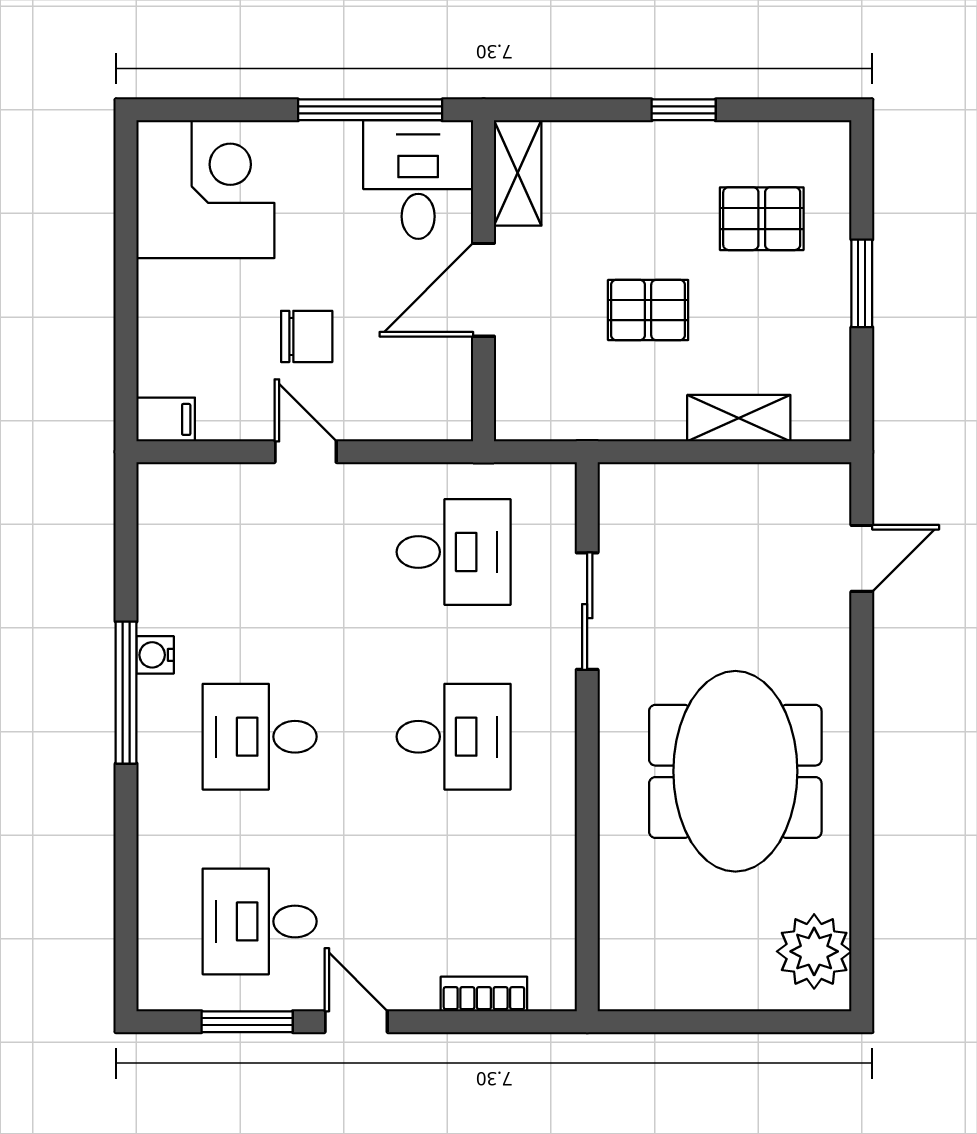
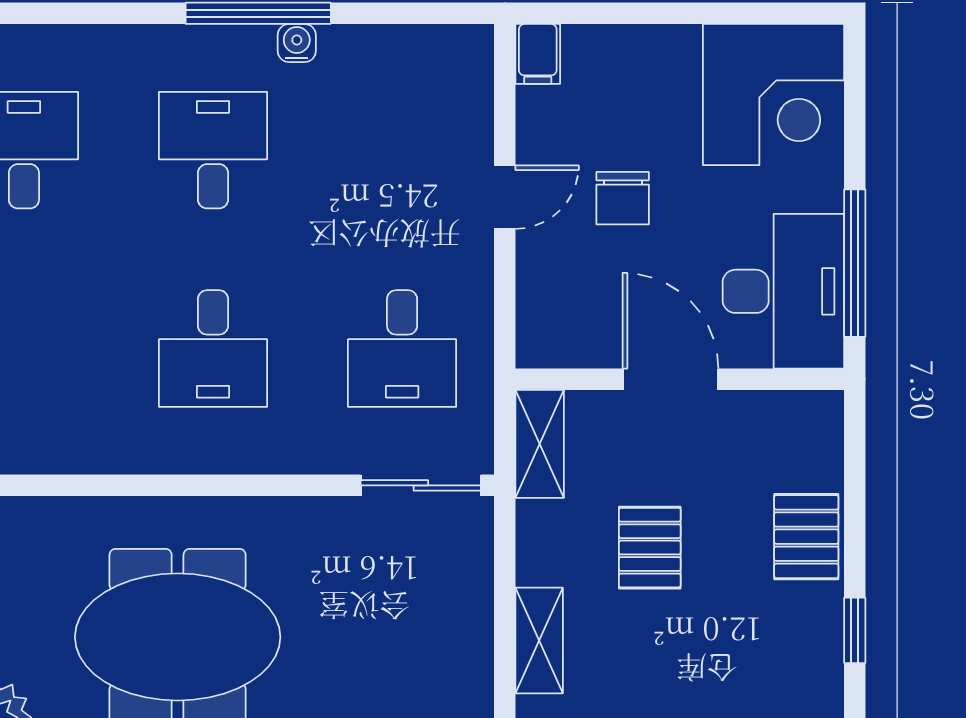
window: (684, 110) -> (855, 630), moved
shelving: (518, 173) -> (540, 444), moved, turned 90
desk: (418, 180) -> (783, 291), width x1.37
pallet: (762, 219) -> (806, 537), moved
sliding door: (587, 611) -> (421, 485), moved

